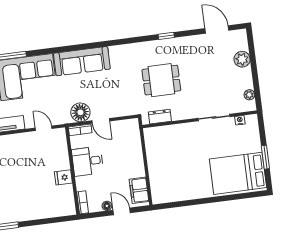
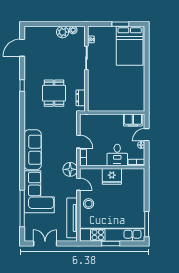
plant: (242, 59) -> (63, 32), moved
floor lamp: (80, 112) -> (70, 169), moved
door: (101, 121) -> (78, 142), hinge flipped
door: (44, 128) -> (78, 184), swing flipped
stool: (19, 145) -> (89, 204), added
desk: (88, 161) -> (117, 155), moved
fridge: (63, 177) -> (112, 176), width x1.88, depth x1.34

